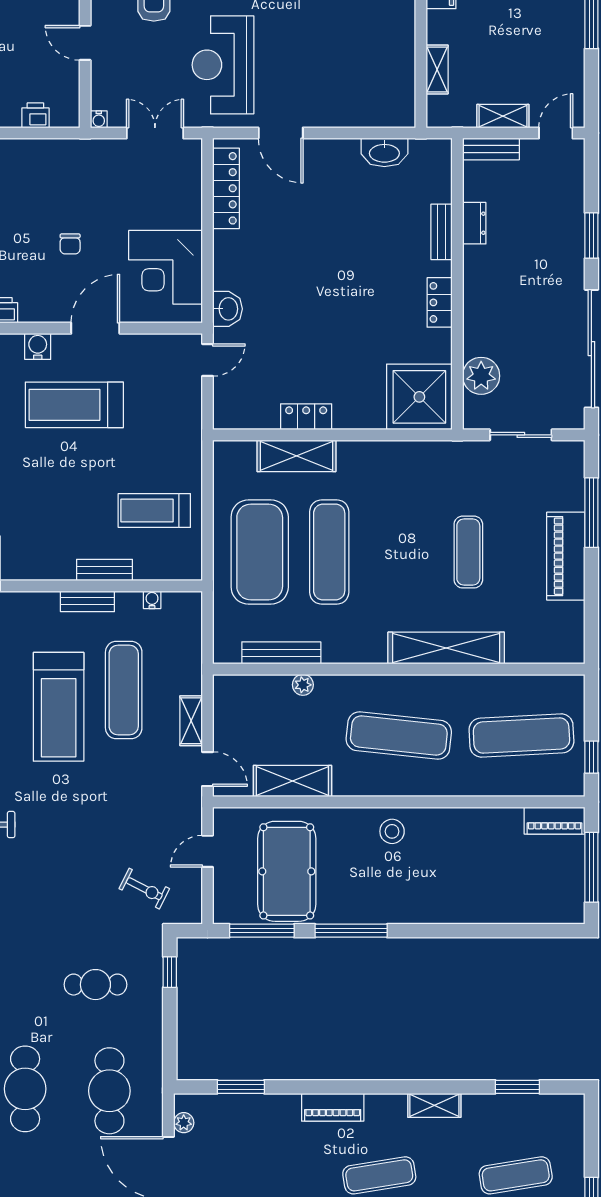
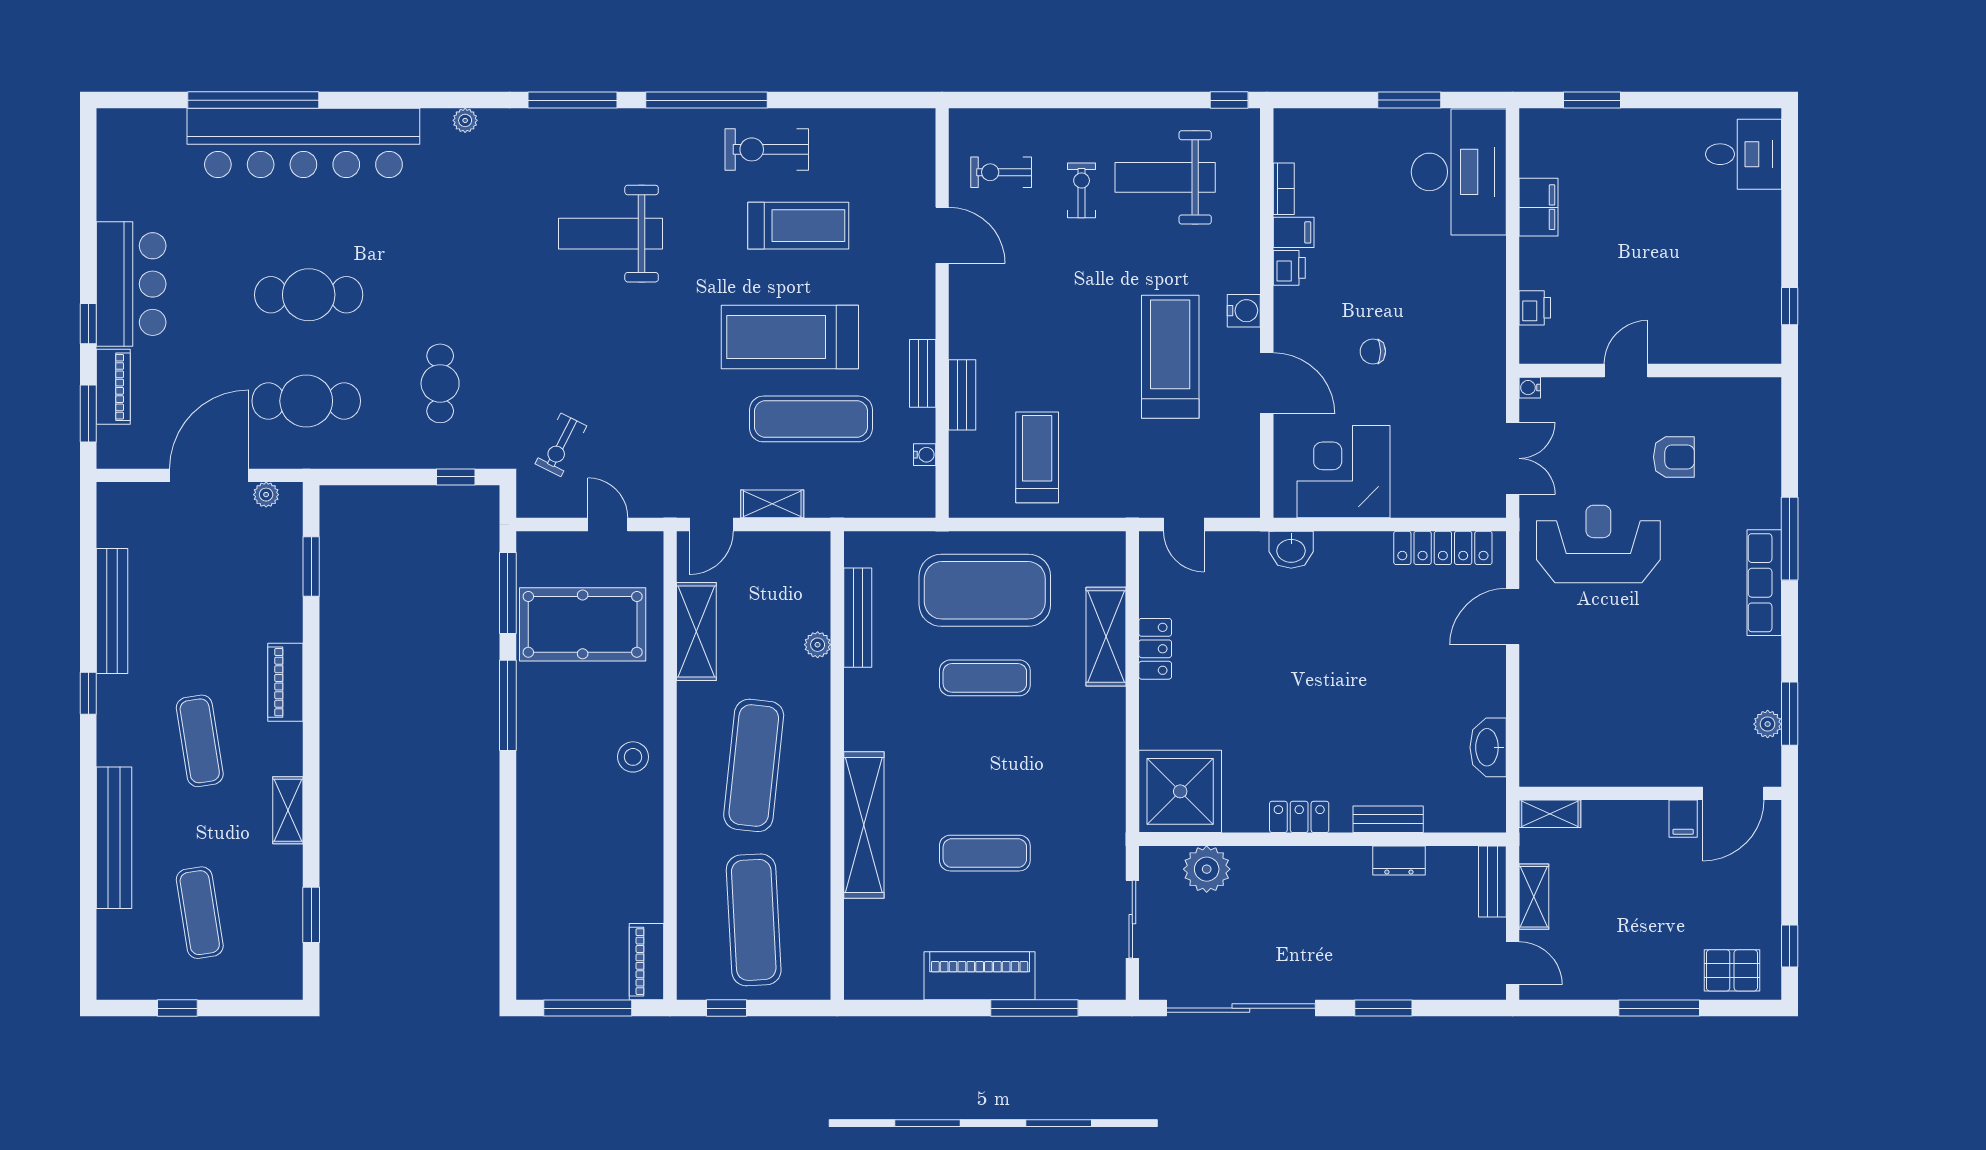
shelving: (437, 69) -> (1550, 814), moved
door: (207, 360) -> (1184, 525), moved
exercise mat: (329, 552) -> (985, 678), width x0.73, depth x0.69

